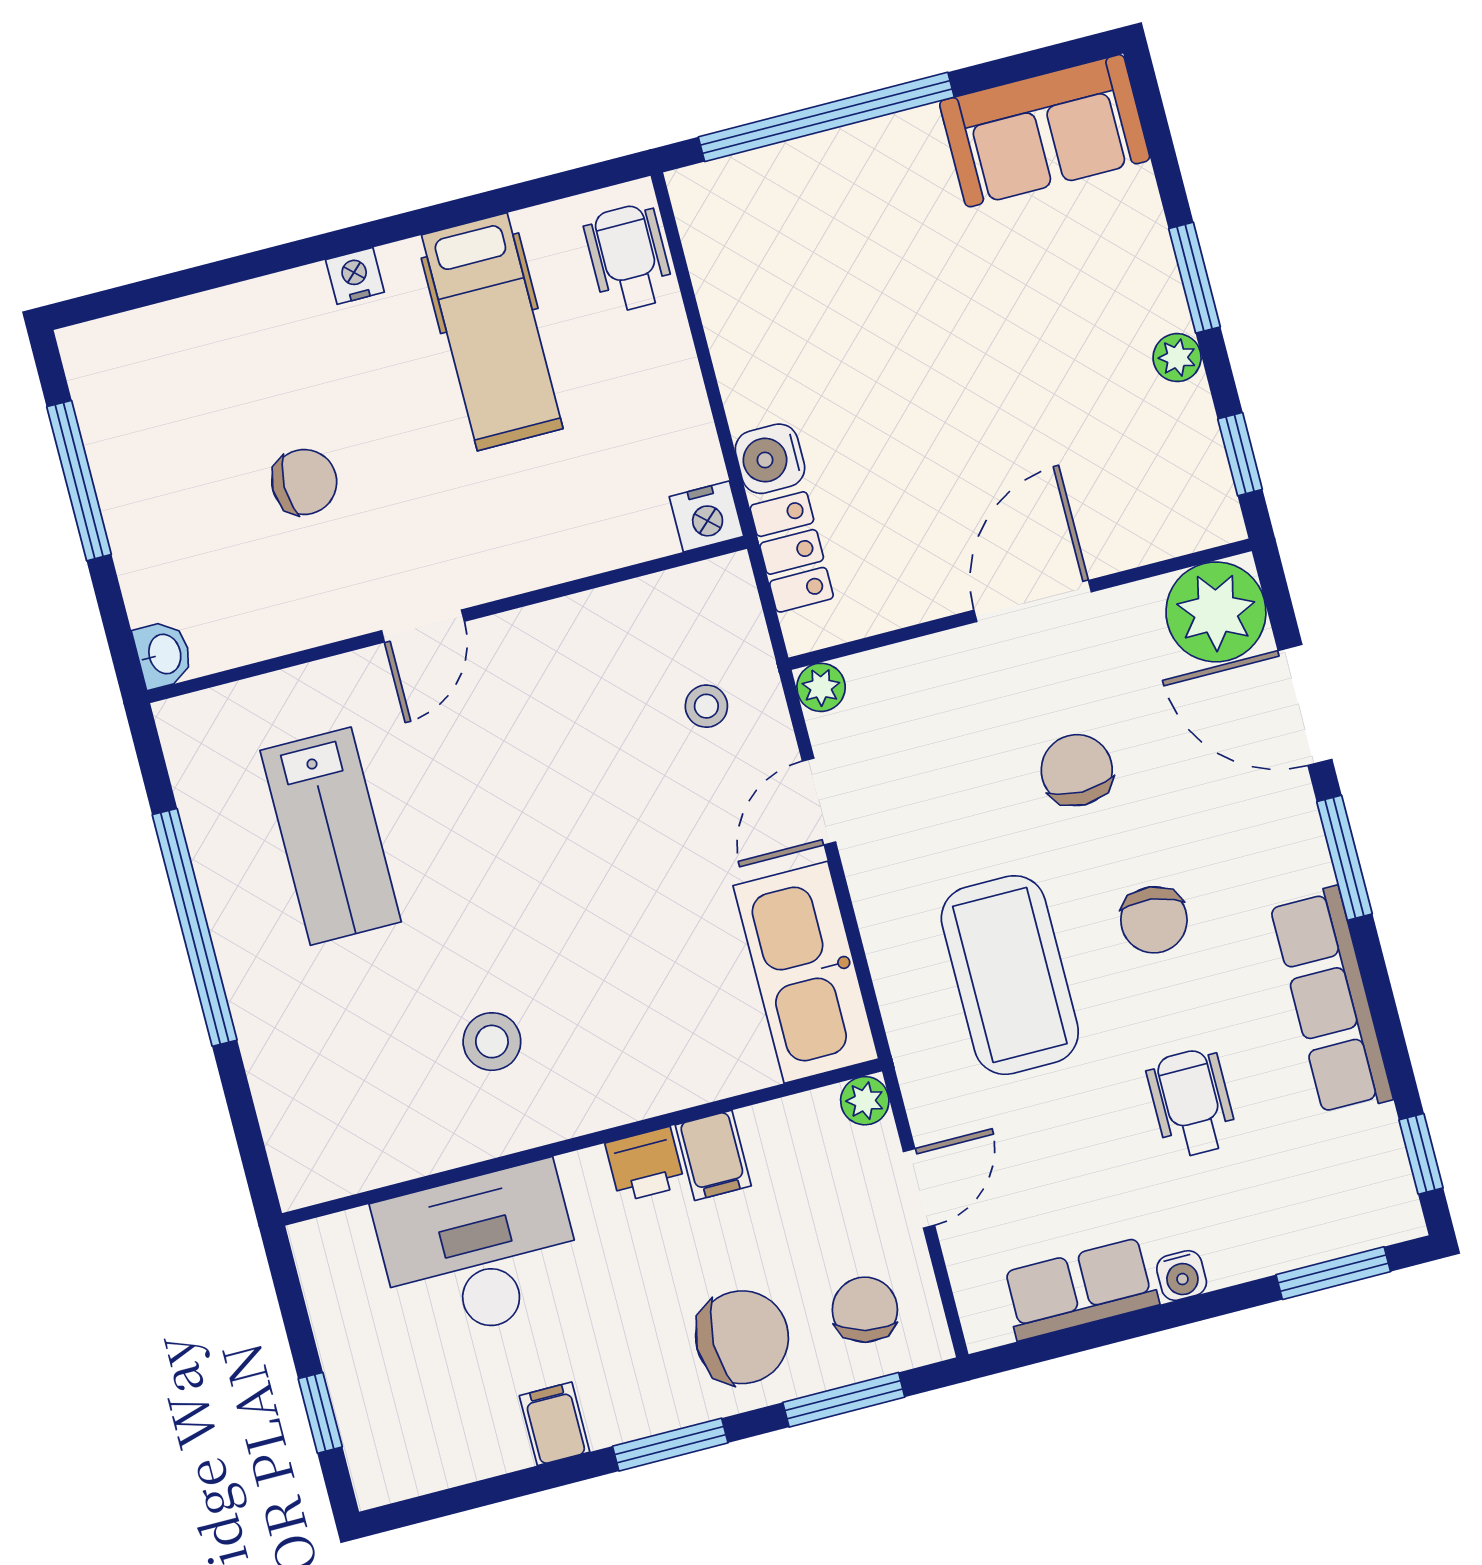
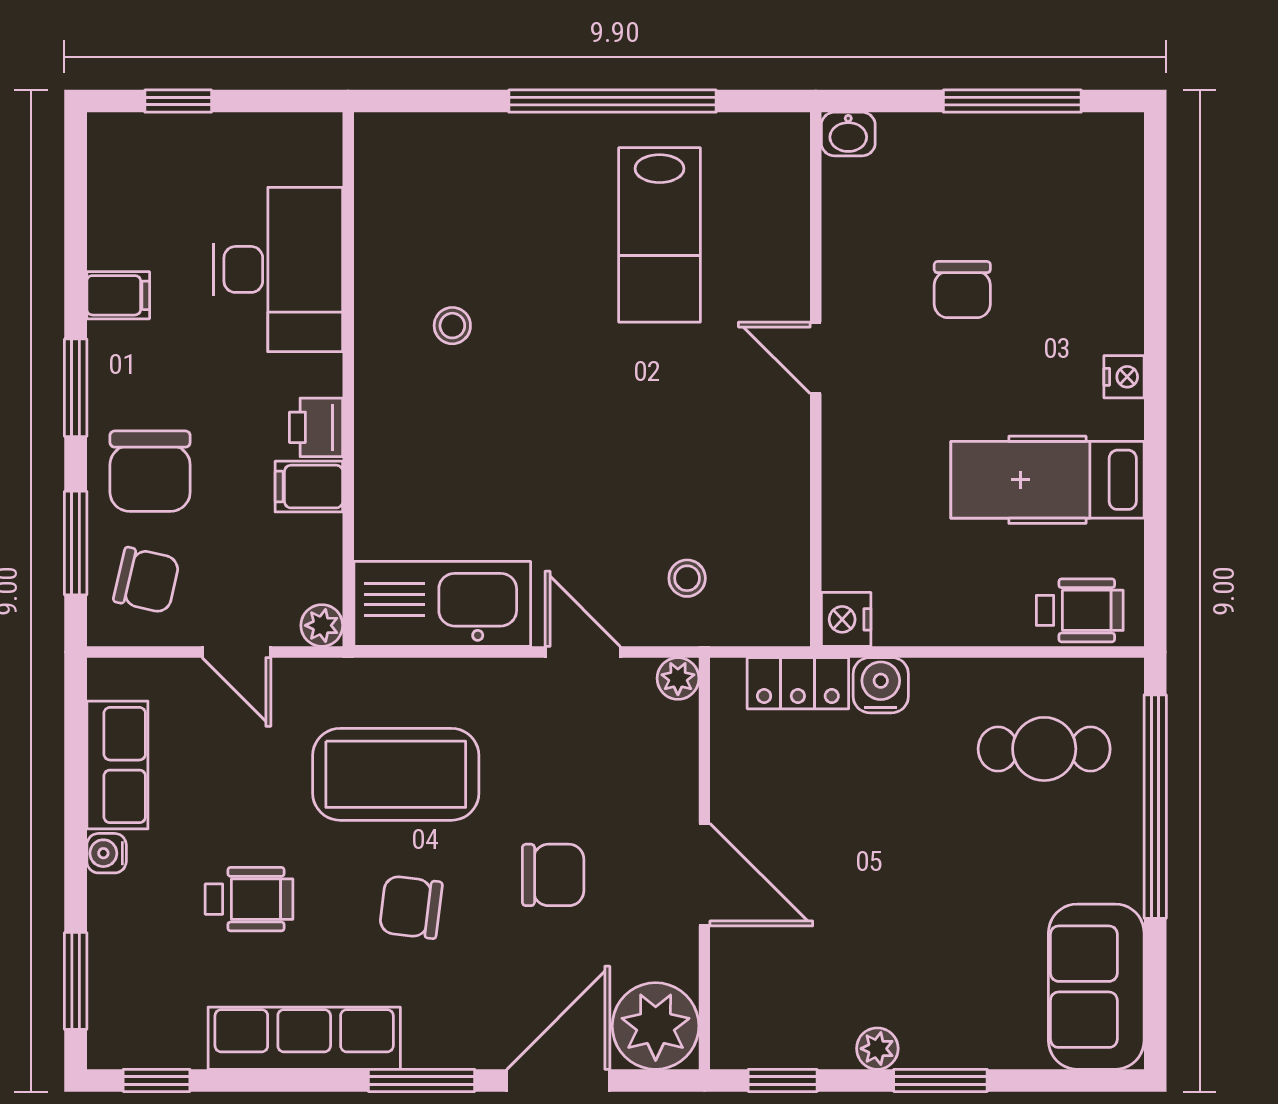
cafe table: (794, 258) -> (1044, 749), added
lab bench: (331, 836) -> (660, 235), turned -90
stool: (492, 1042) -> (452, 326), width x0.73, depth x0.73

